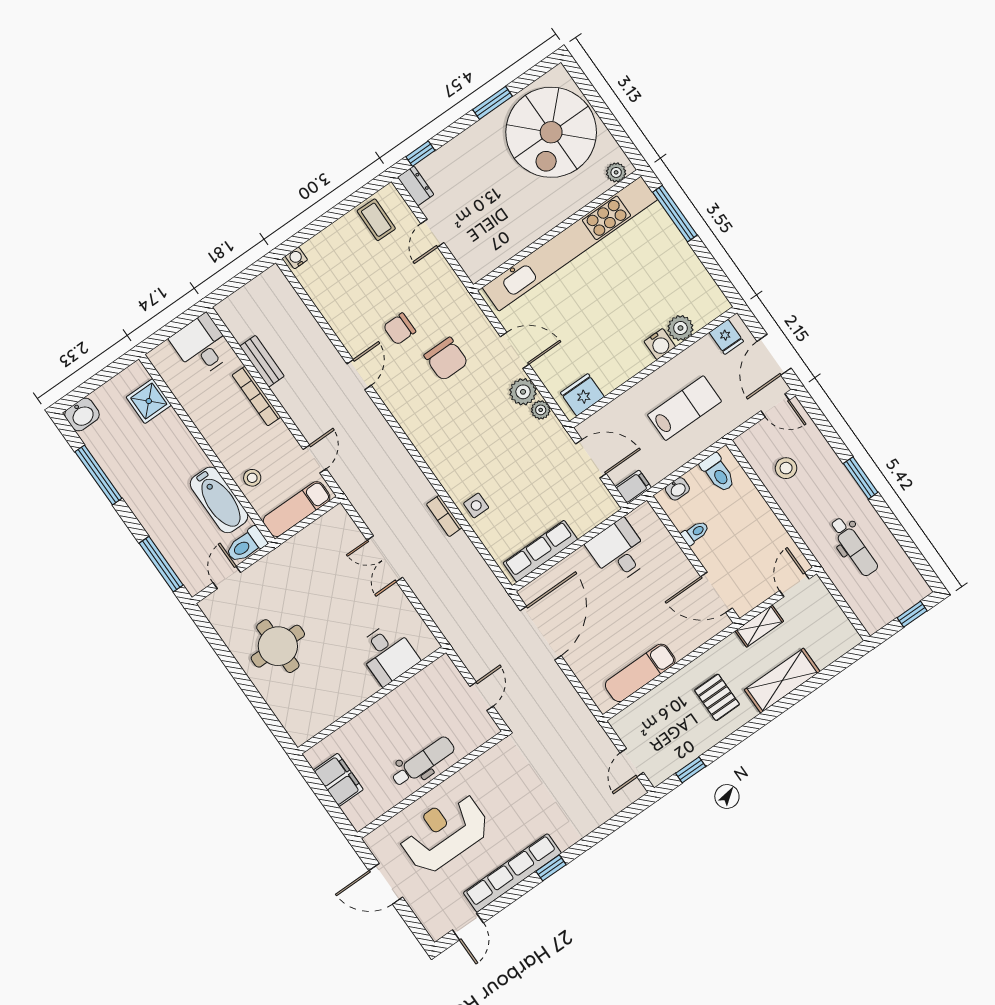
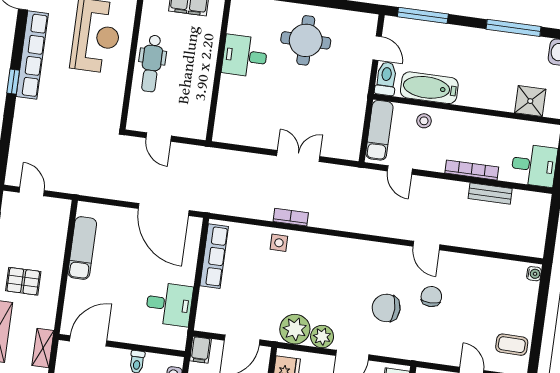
plant: (541, 410) -> (295, 329), width x1.88, depth x1.88
desk: (388, 654) -> (245, 56), moved

